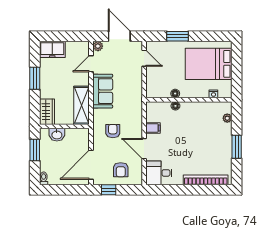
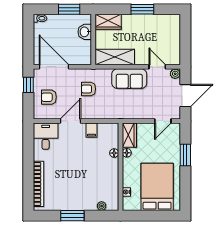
freezer: (52, 49) -> (172, 27), removed
wardrobe: (158, 91) -> (129, 135), added
armchair: (113, 131) -> (88, 89), turned 180

